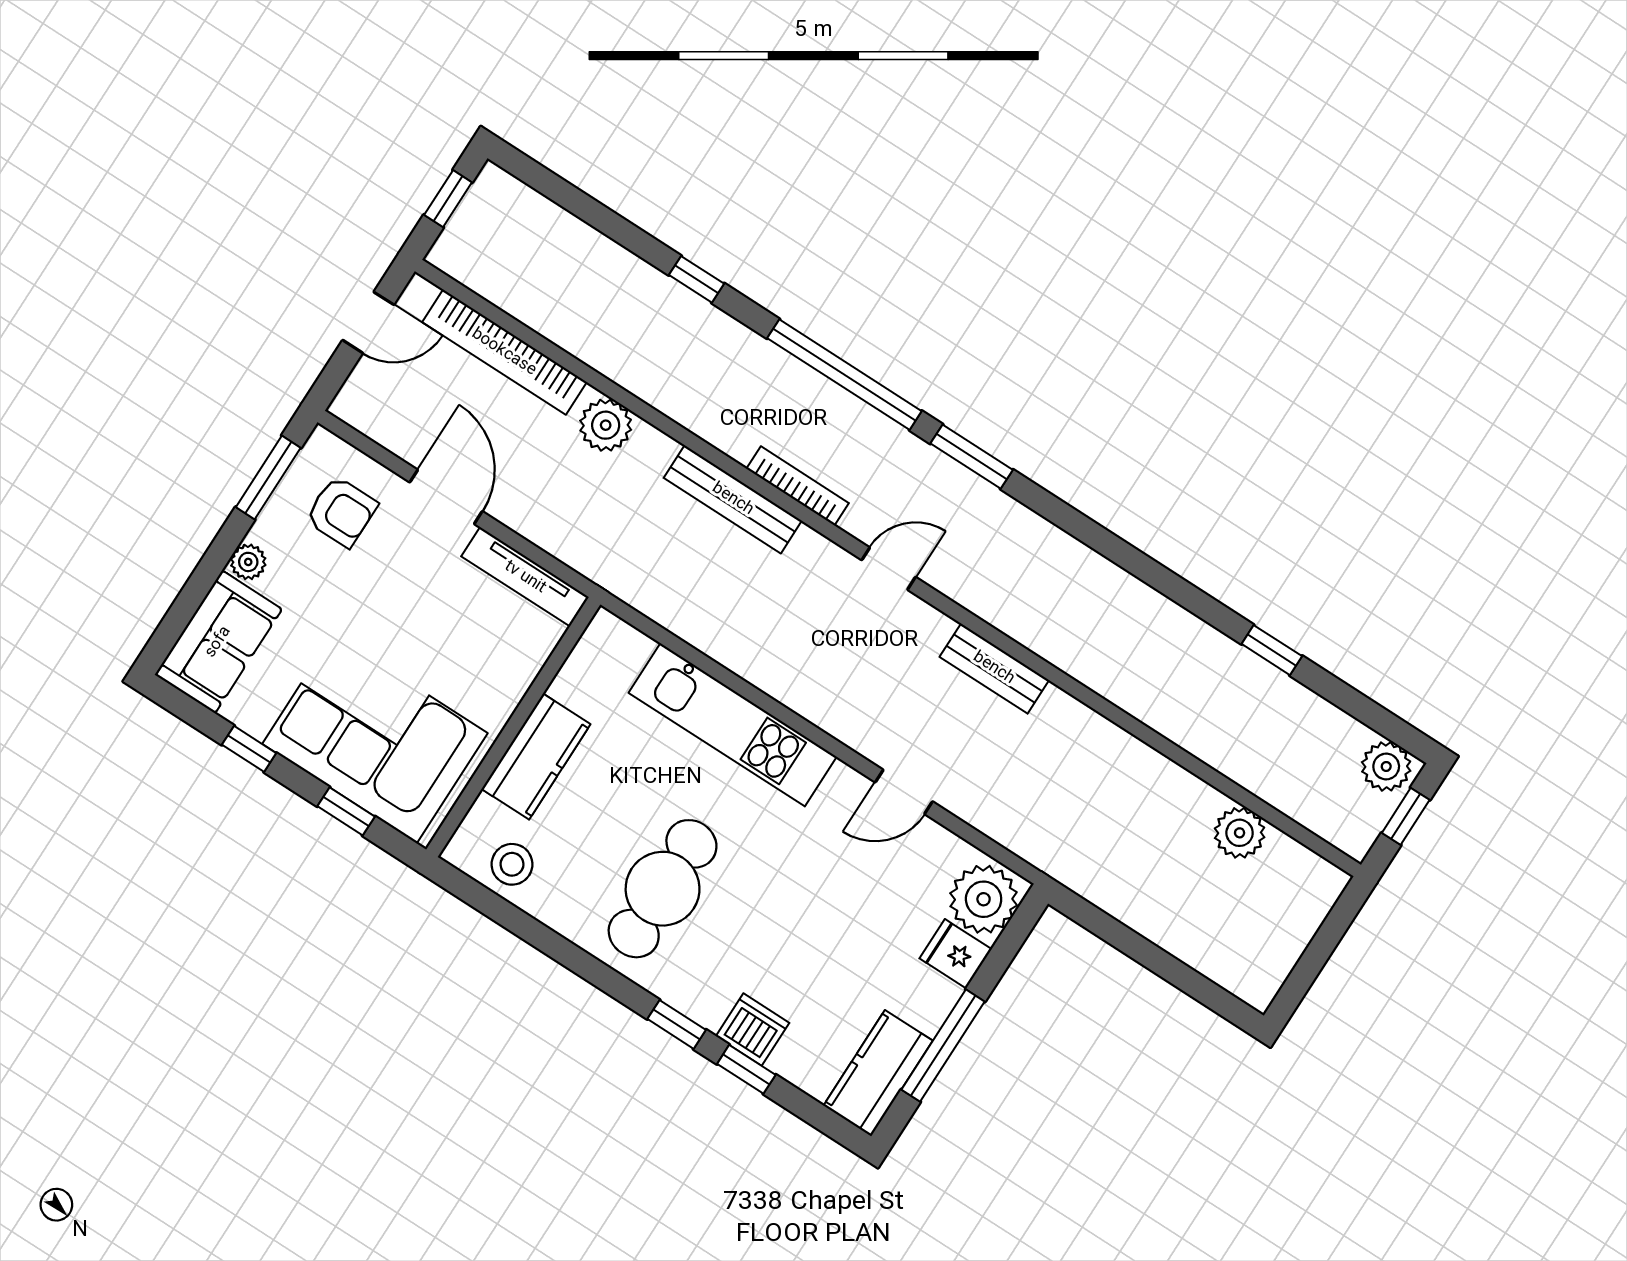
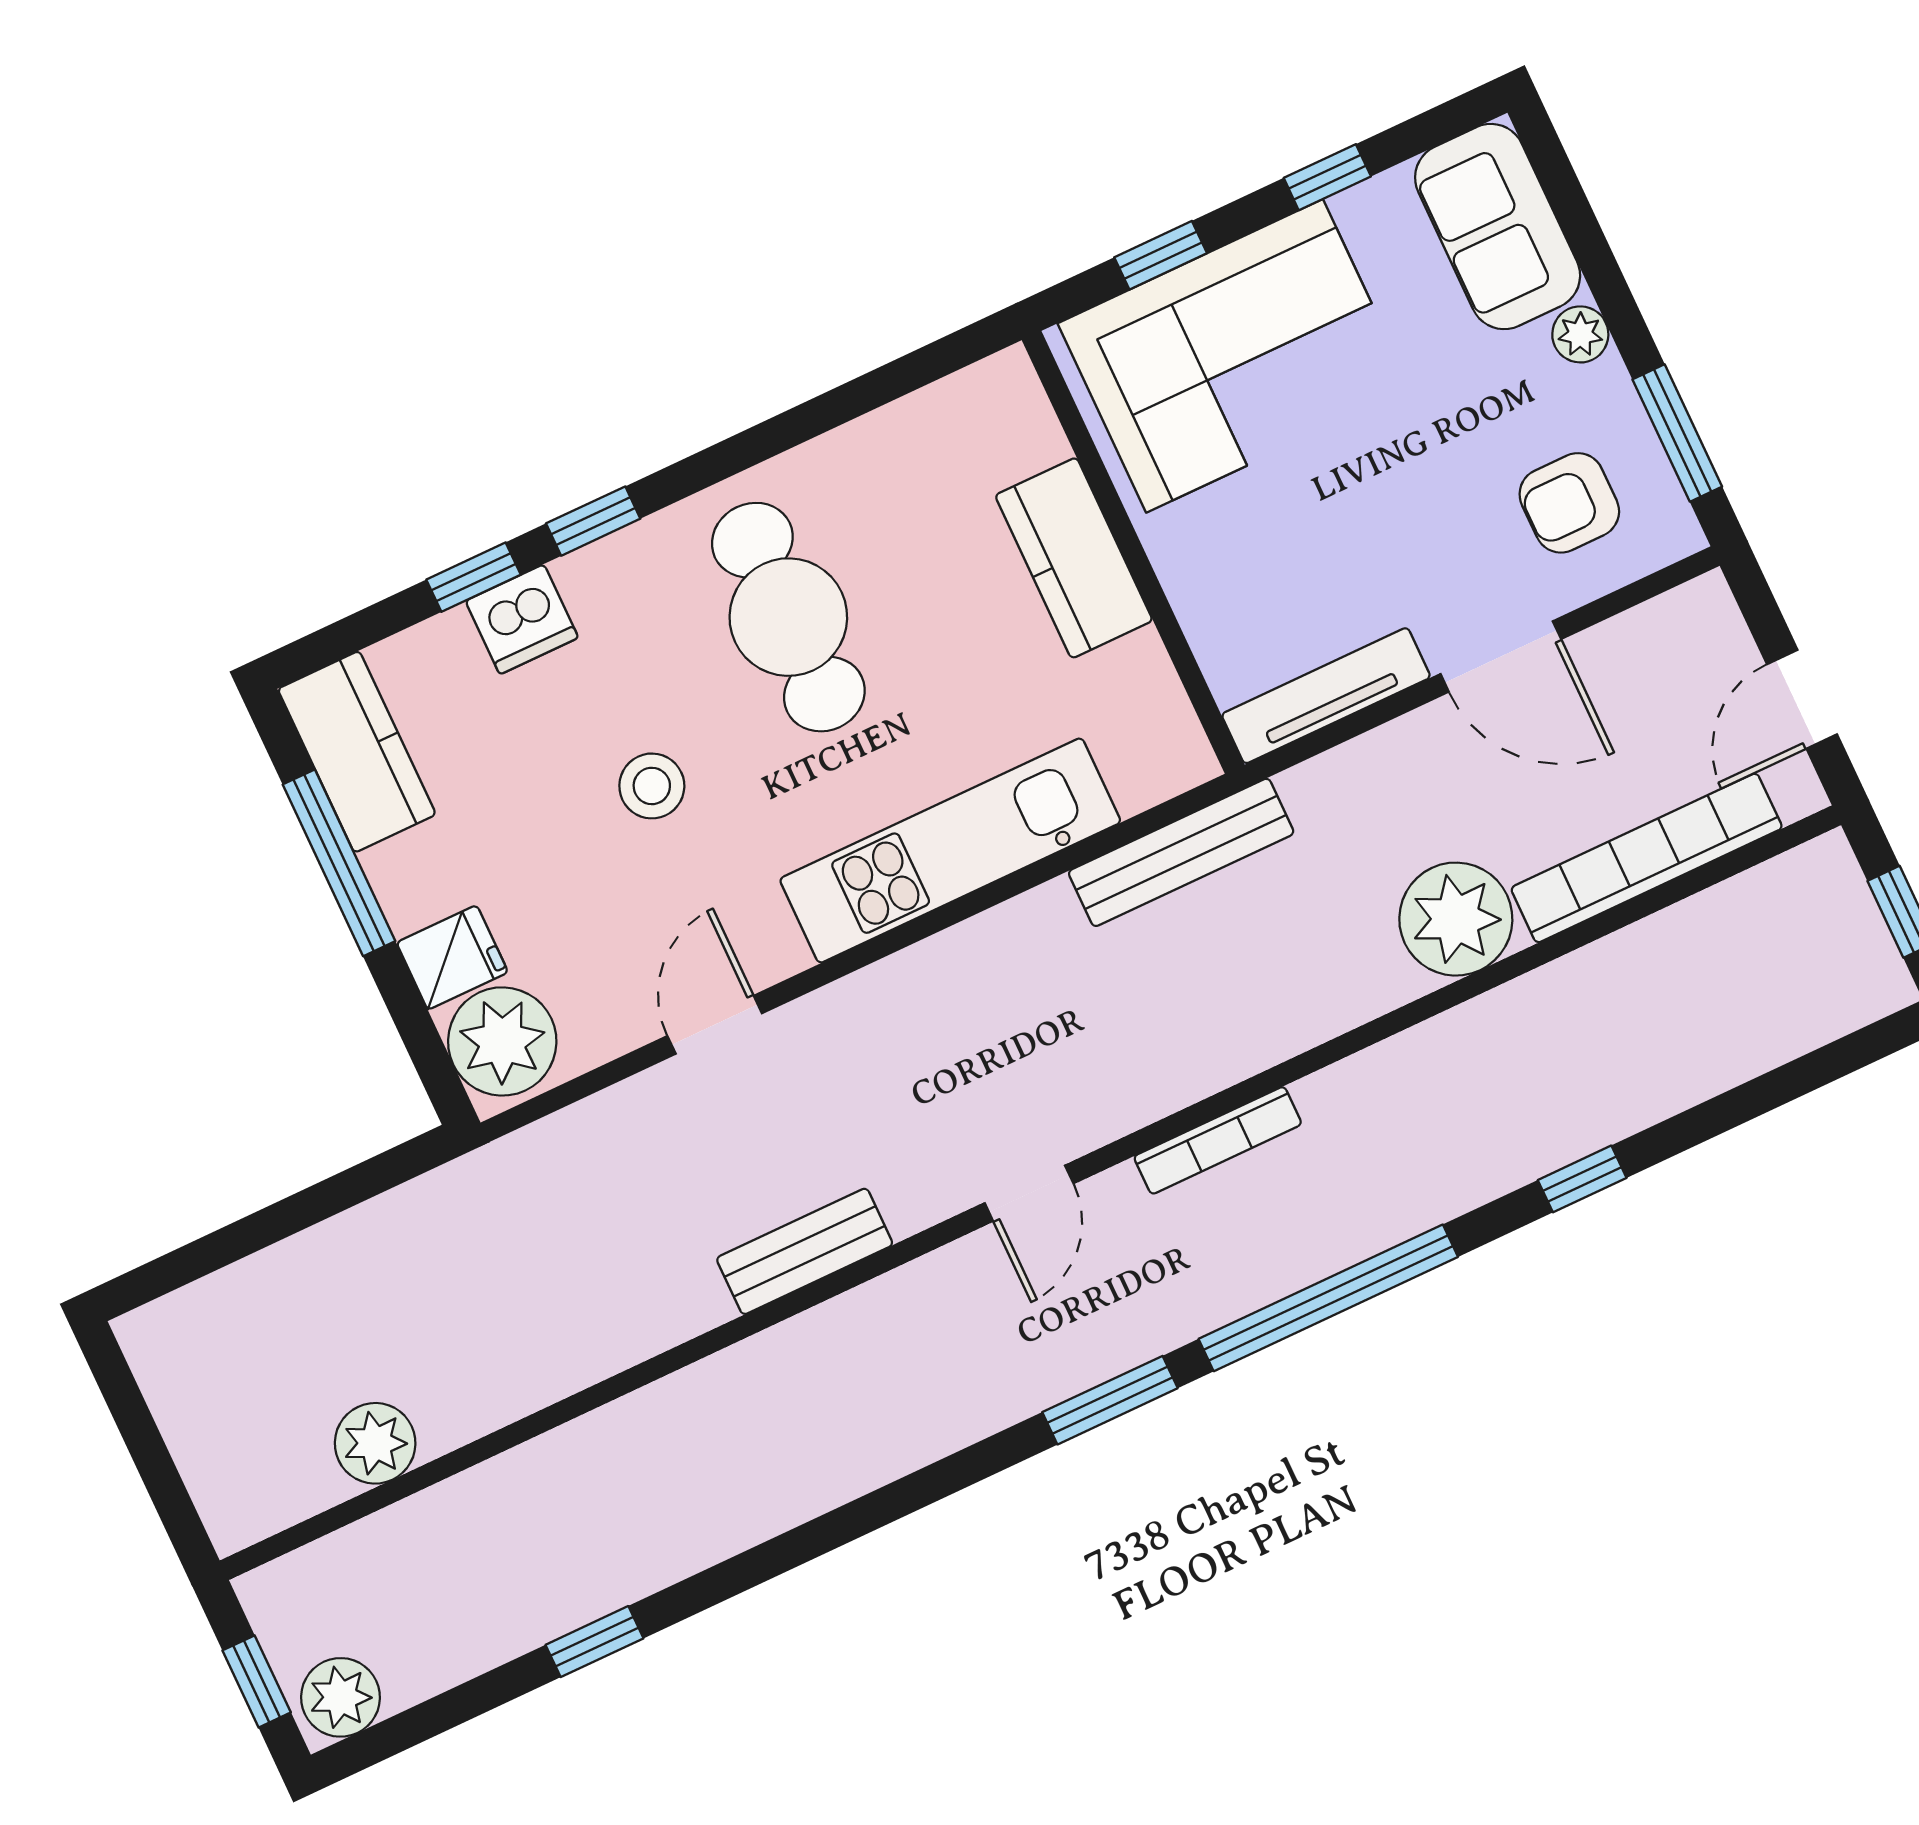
plant: (606, 425) -> (1456, 919), width x1.36, depth x1.36
bench: (733, 499) -> (1181, 852), moved
stool: (512, 864) -> (652, 786), moved

